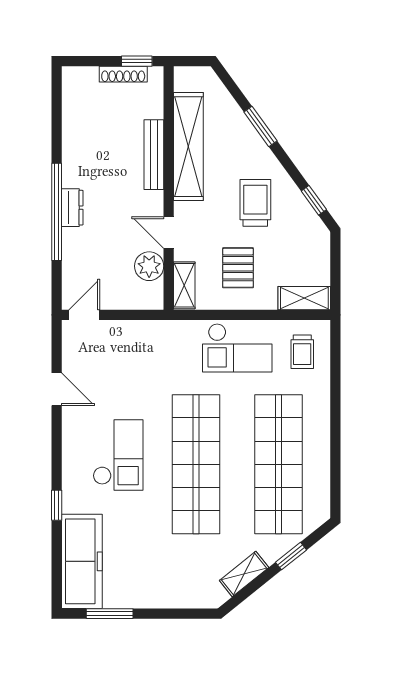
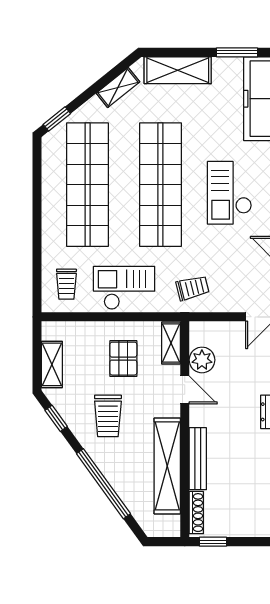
shoe rack: (123, 74) -> (196, 513), moved, turned 90
window: (260, 126) -> (103, 484), width x2.11
shelving: (304, 298) -> (52, 364), moved, turned 90
trolley: (160, 348) -> (192, 288), added
trolley: (302, 352) -> (66, 284), turned 180
window: (291, 556) -> (57, 119), moved
shelving: (177, 593) -> (178, 70), added

